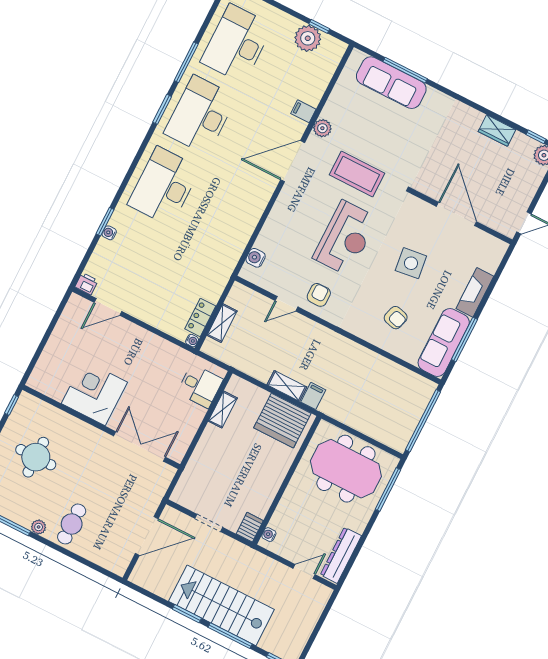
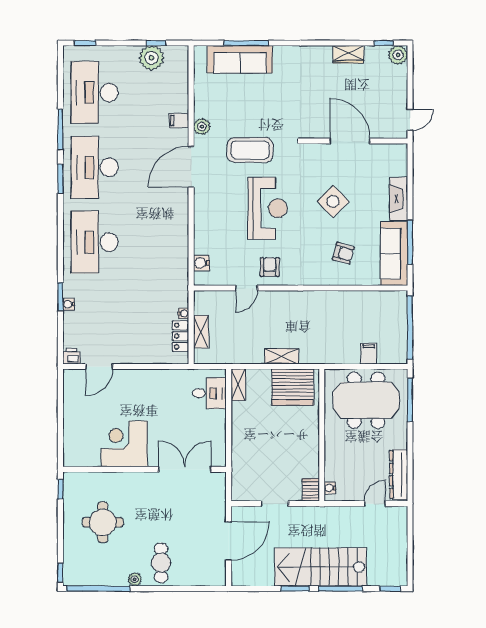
side table: (411, 263) -> (333, 201), turned -37
water cooler: (192, 341) -> (183, 313), moved
filing cabinet: (313, 396) -> (369, 354), moved
shelving: (223, 410) -> (238, 385), moved

